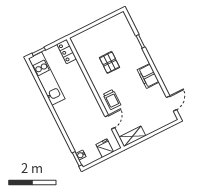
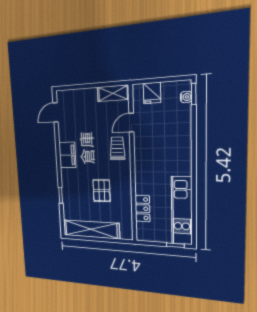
shelving: (104, 28) -> (91, 229), added
locker: (67, 52) -> (143, 209), moved

